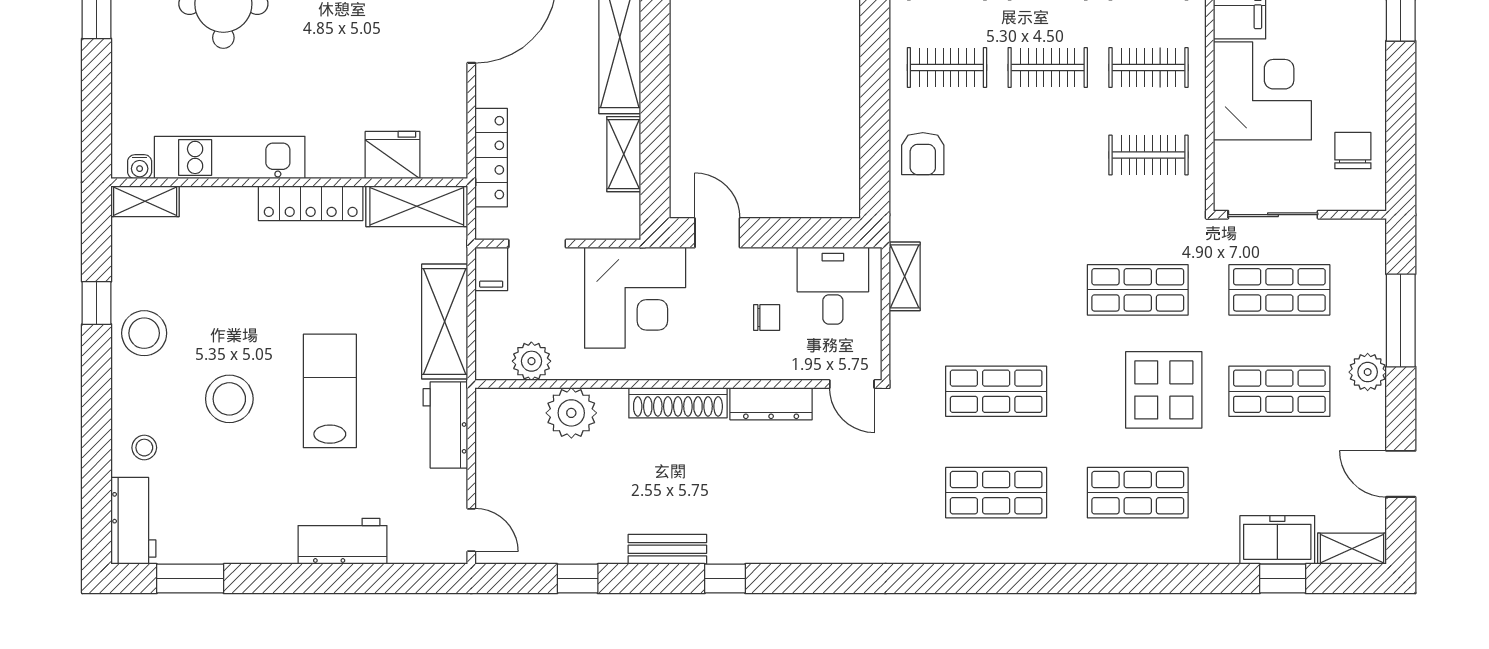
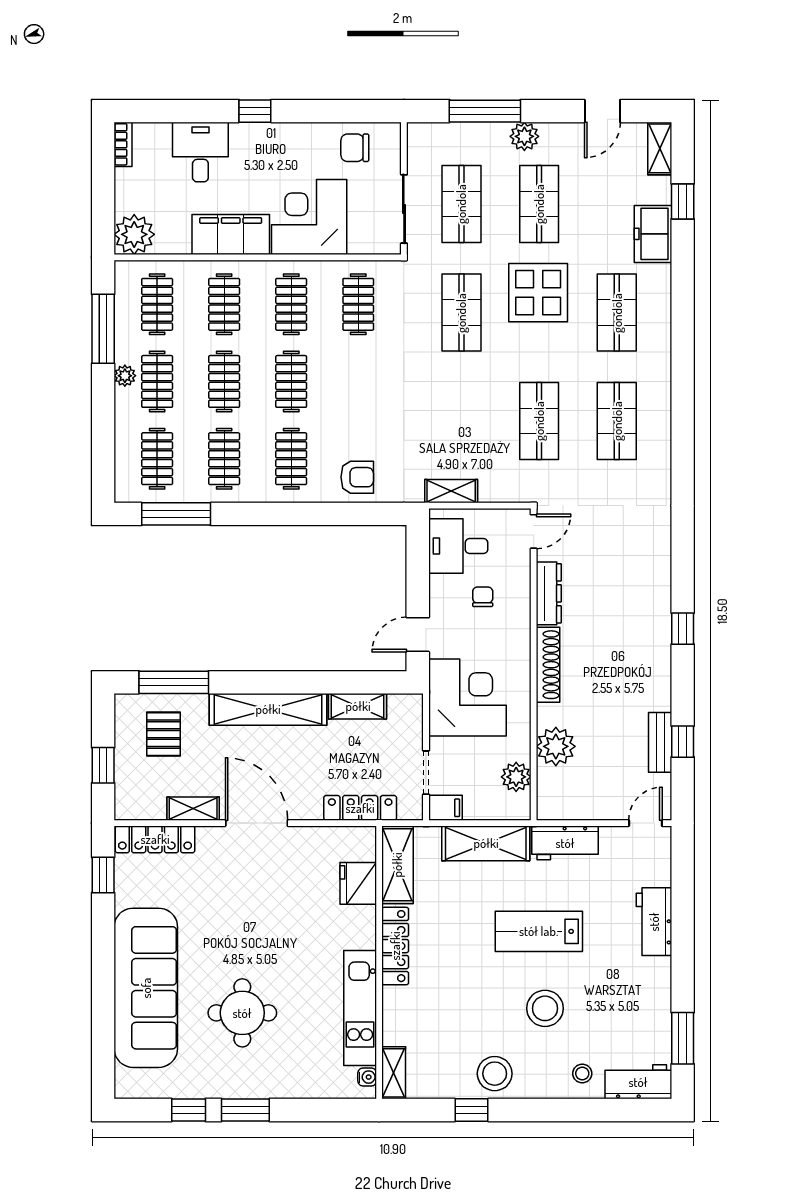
freezer: (1277, 540) -> (653, 234), moved
bench: (667, 549) -> (660, 742), moved

